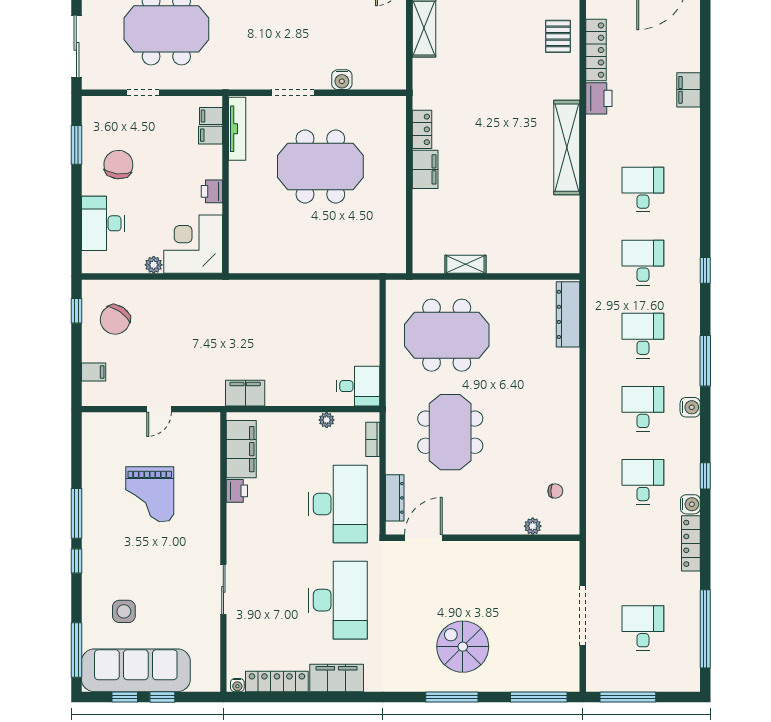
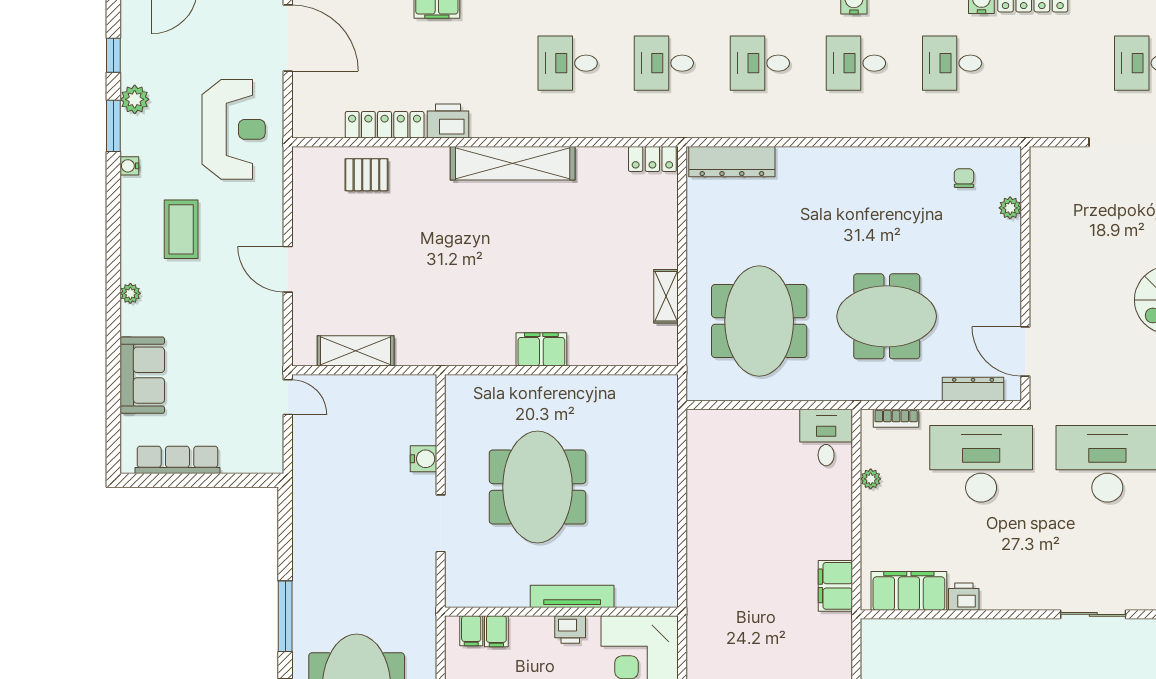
tv unit: (237, 129) -> (572, 596), moved
locker: (422, 129) -> (652, 159), moved, turned 180

